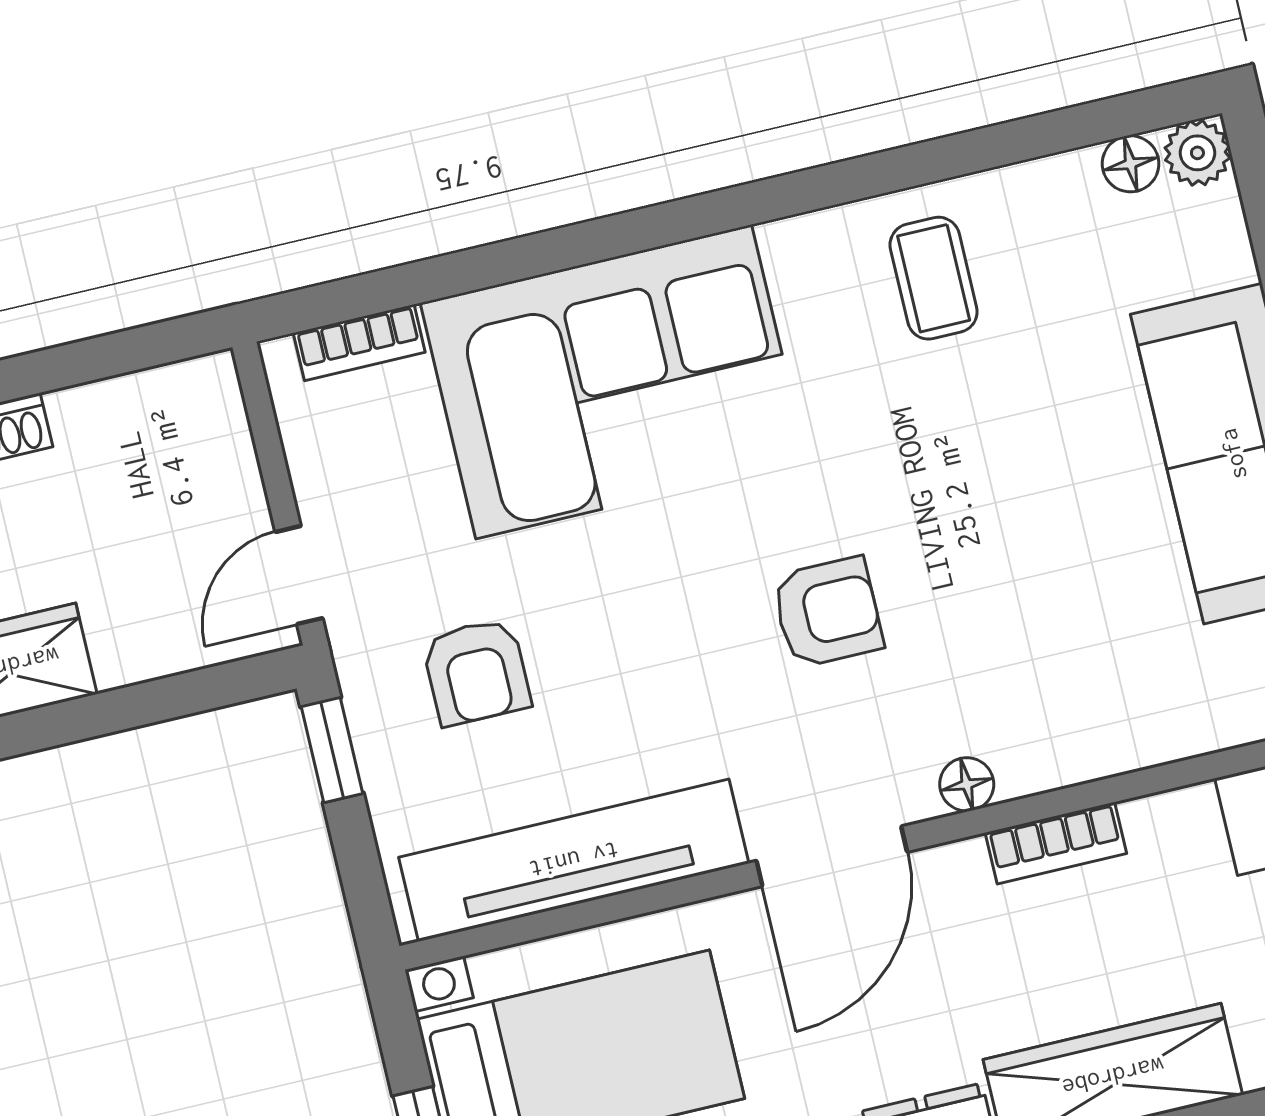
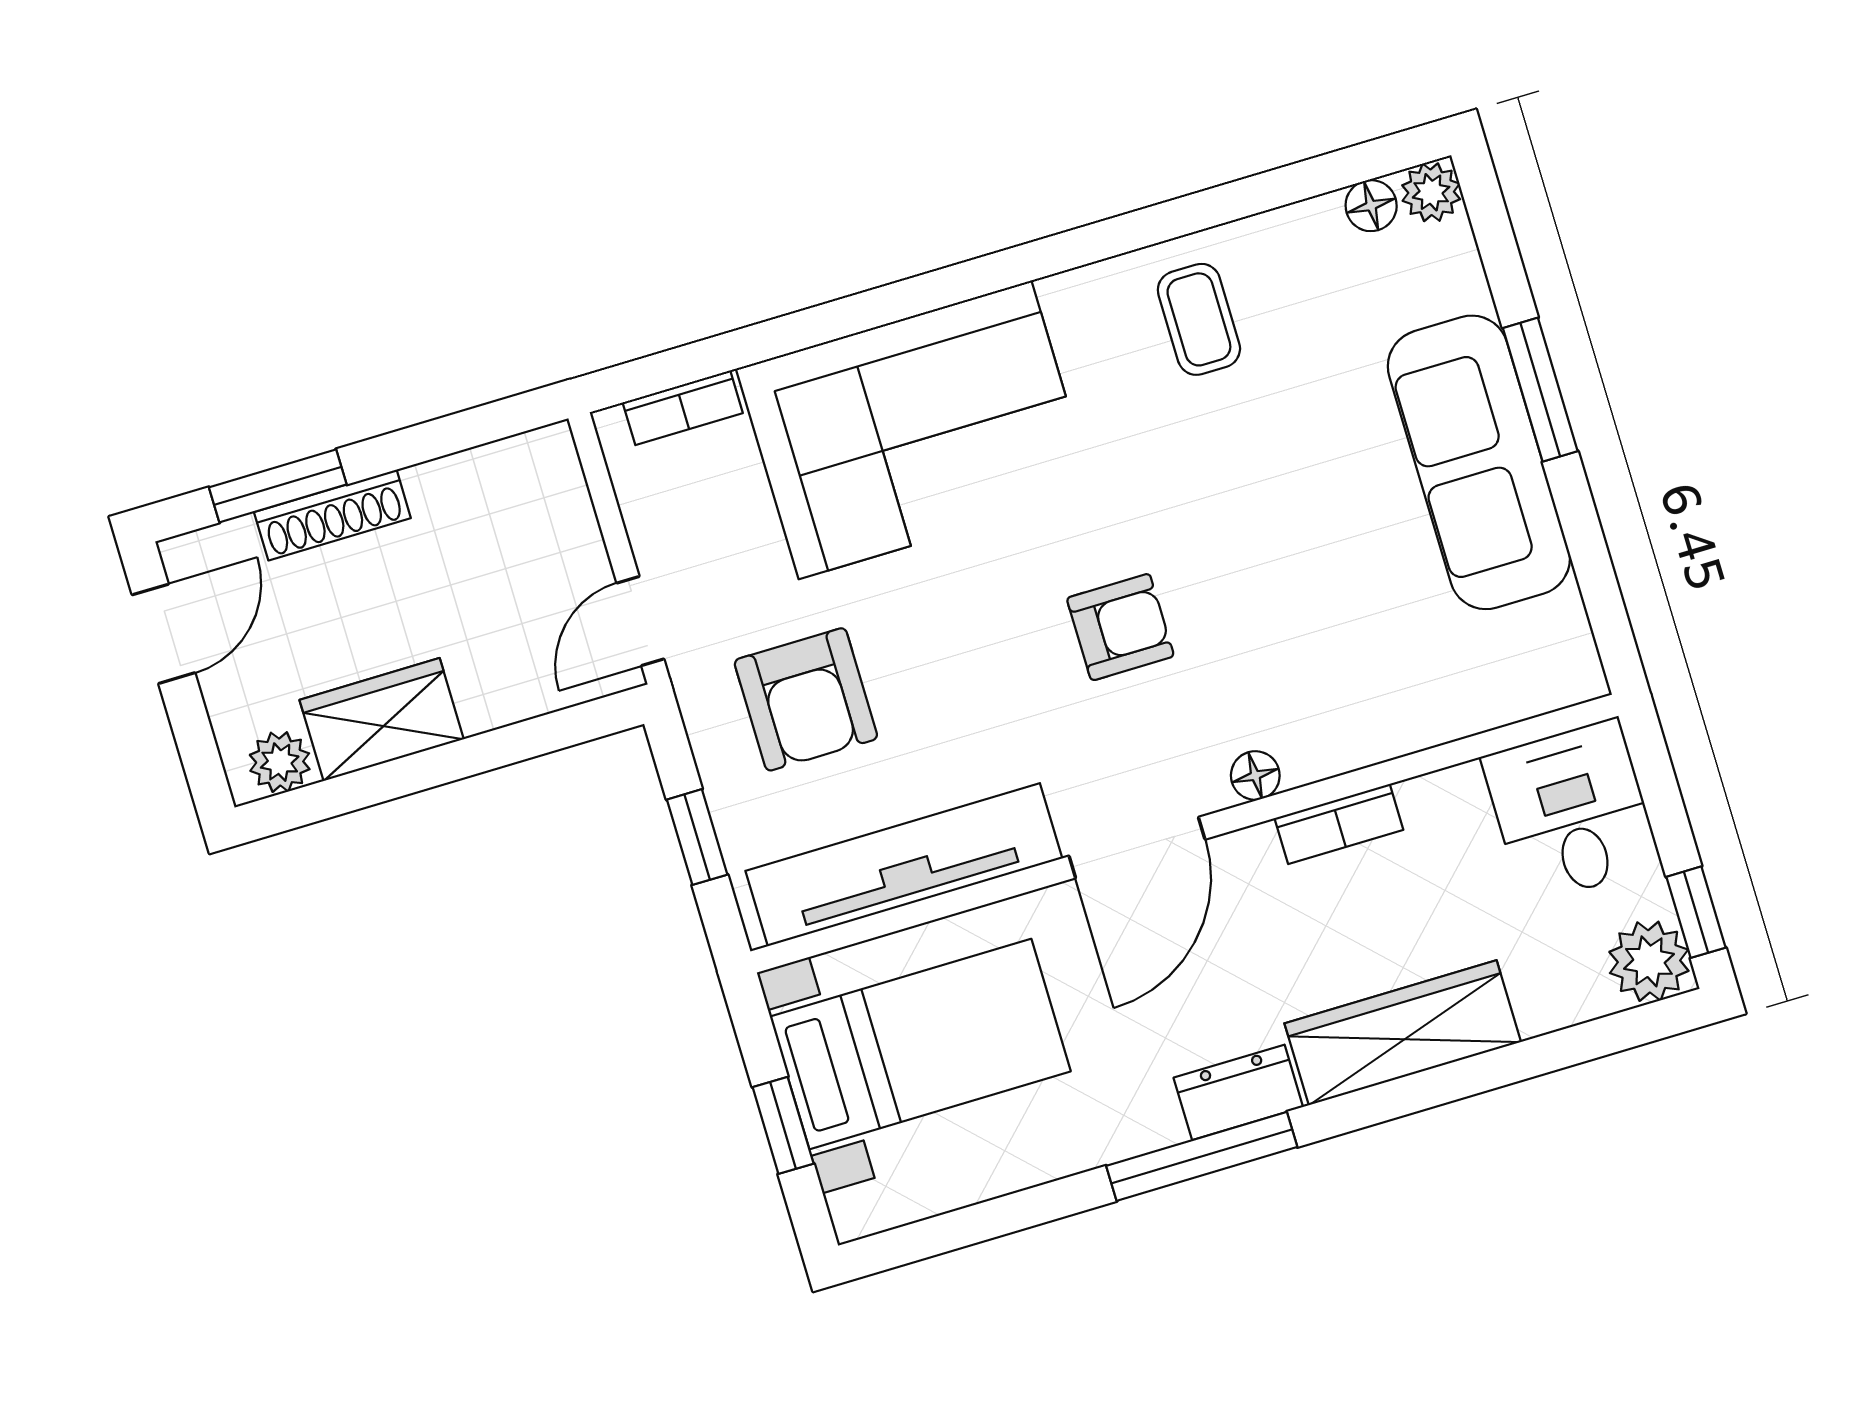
armchair: (476, 672) -> (806, 699), width x1.38, depth x1.38
window: (332, 750) -> (697, 837), moved

